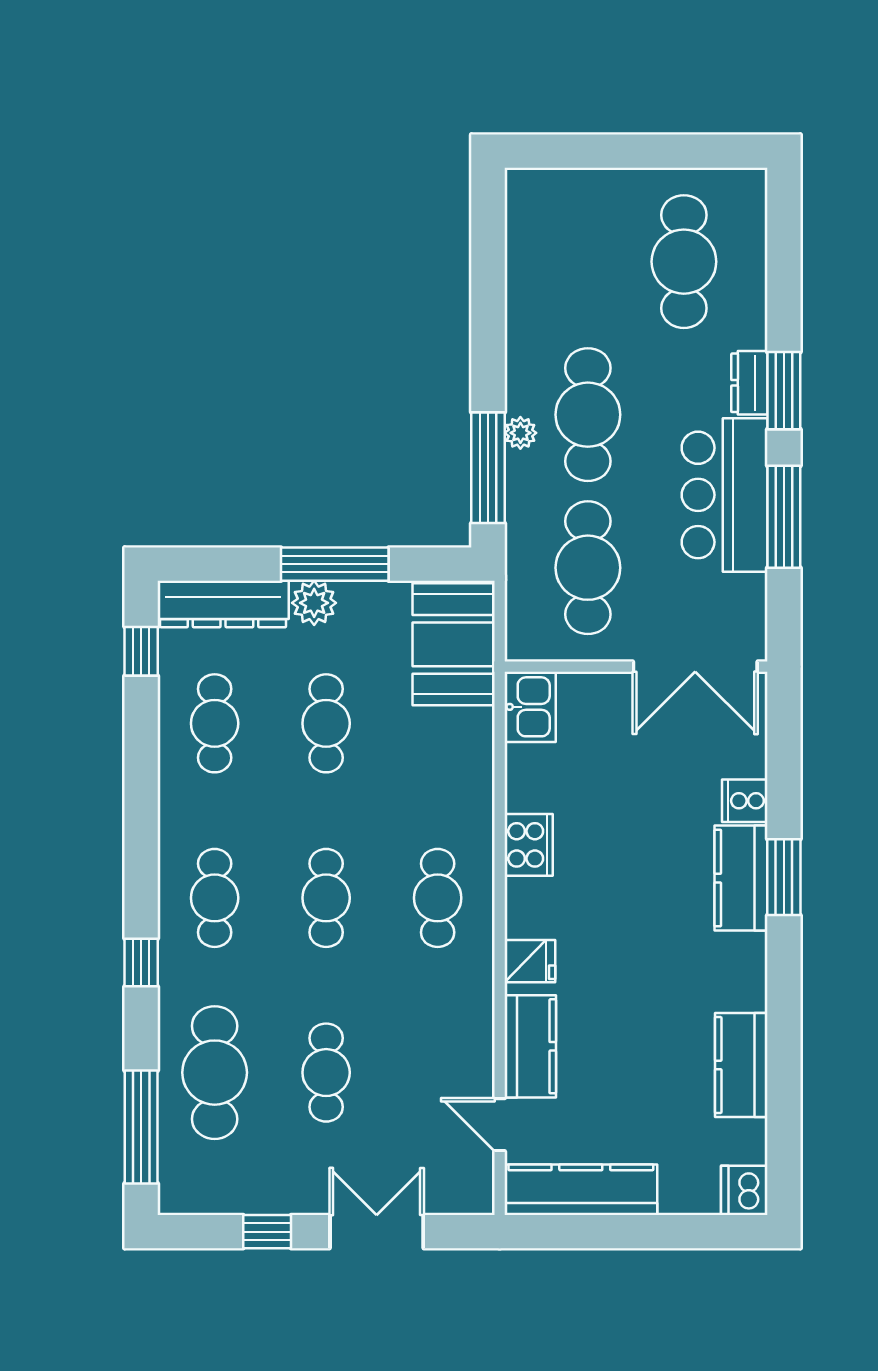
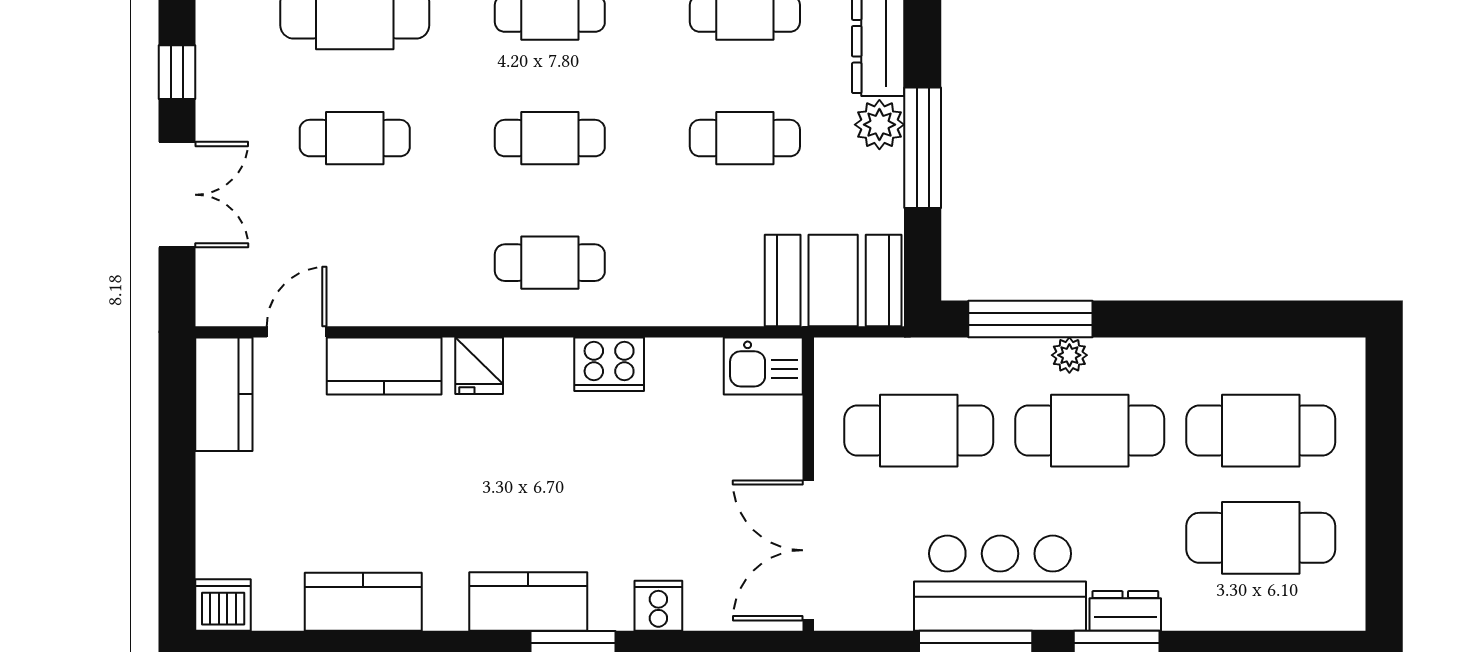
cafe table: (588, 262) -> (1261, 431), added
kitchen counter: (741, 878) -> (528, 601), moved
kitchen counter: (581, 1190) -> (224, 394), width x0.67

